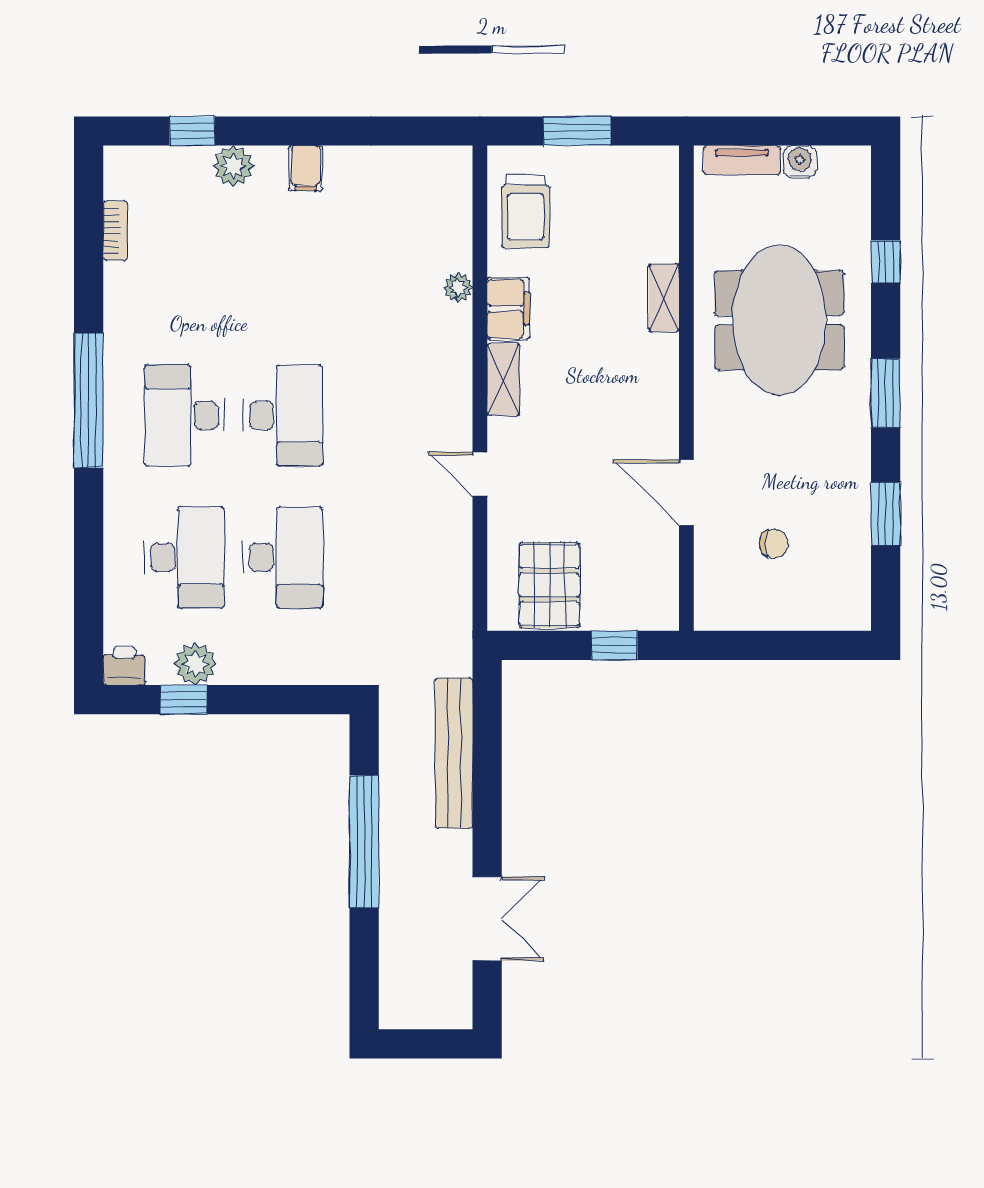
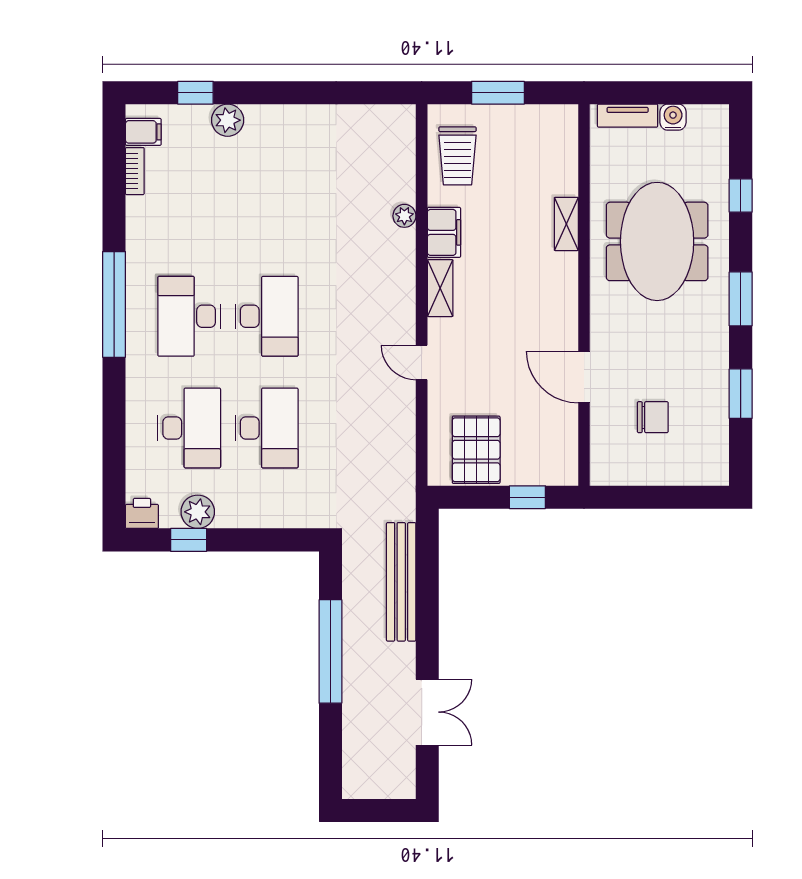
filing cabinet: (306, 168) -> (143, 132), moved, turned -90
chair: (774, 544) -> (653, 417), width x1.37, depth x1.37

